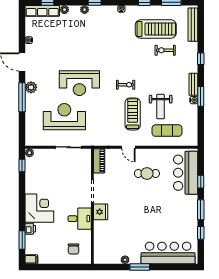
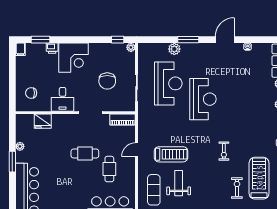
treadmill: (156, 29) -> (259, 178), turned 180
reception desk: (79, 83) -> (203, 99), turned 180
exercise bike: (126, 85) -> (224, 151), moved
plant: (31, 87) -> (174, 49), moved
window: (22, 97) -> (188, 40), width x0.69
weight bench: (161, 107) -> (179, 183), turned 90
chair: (62, 176) -> (107, 81), added
cafe table: (132, 197) -> (85, 154), added
fridge: (101, 212) -> (43, 121), moved

